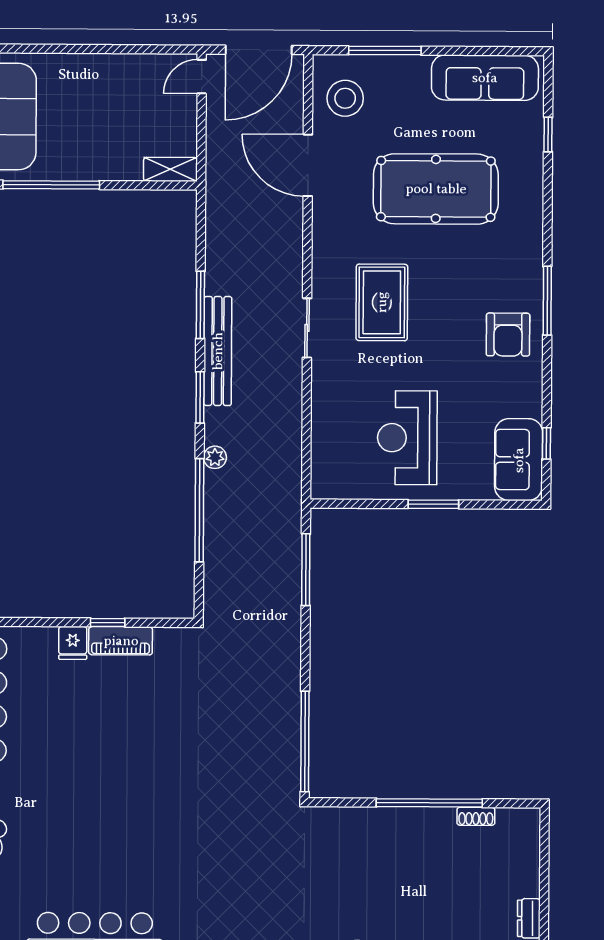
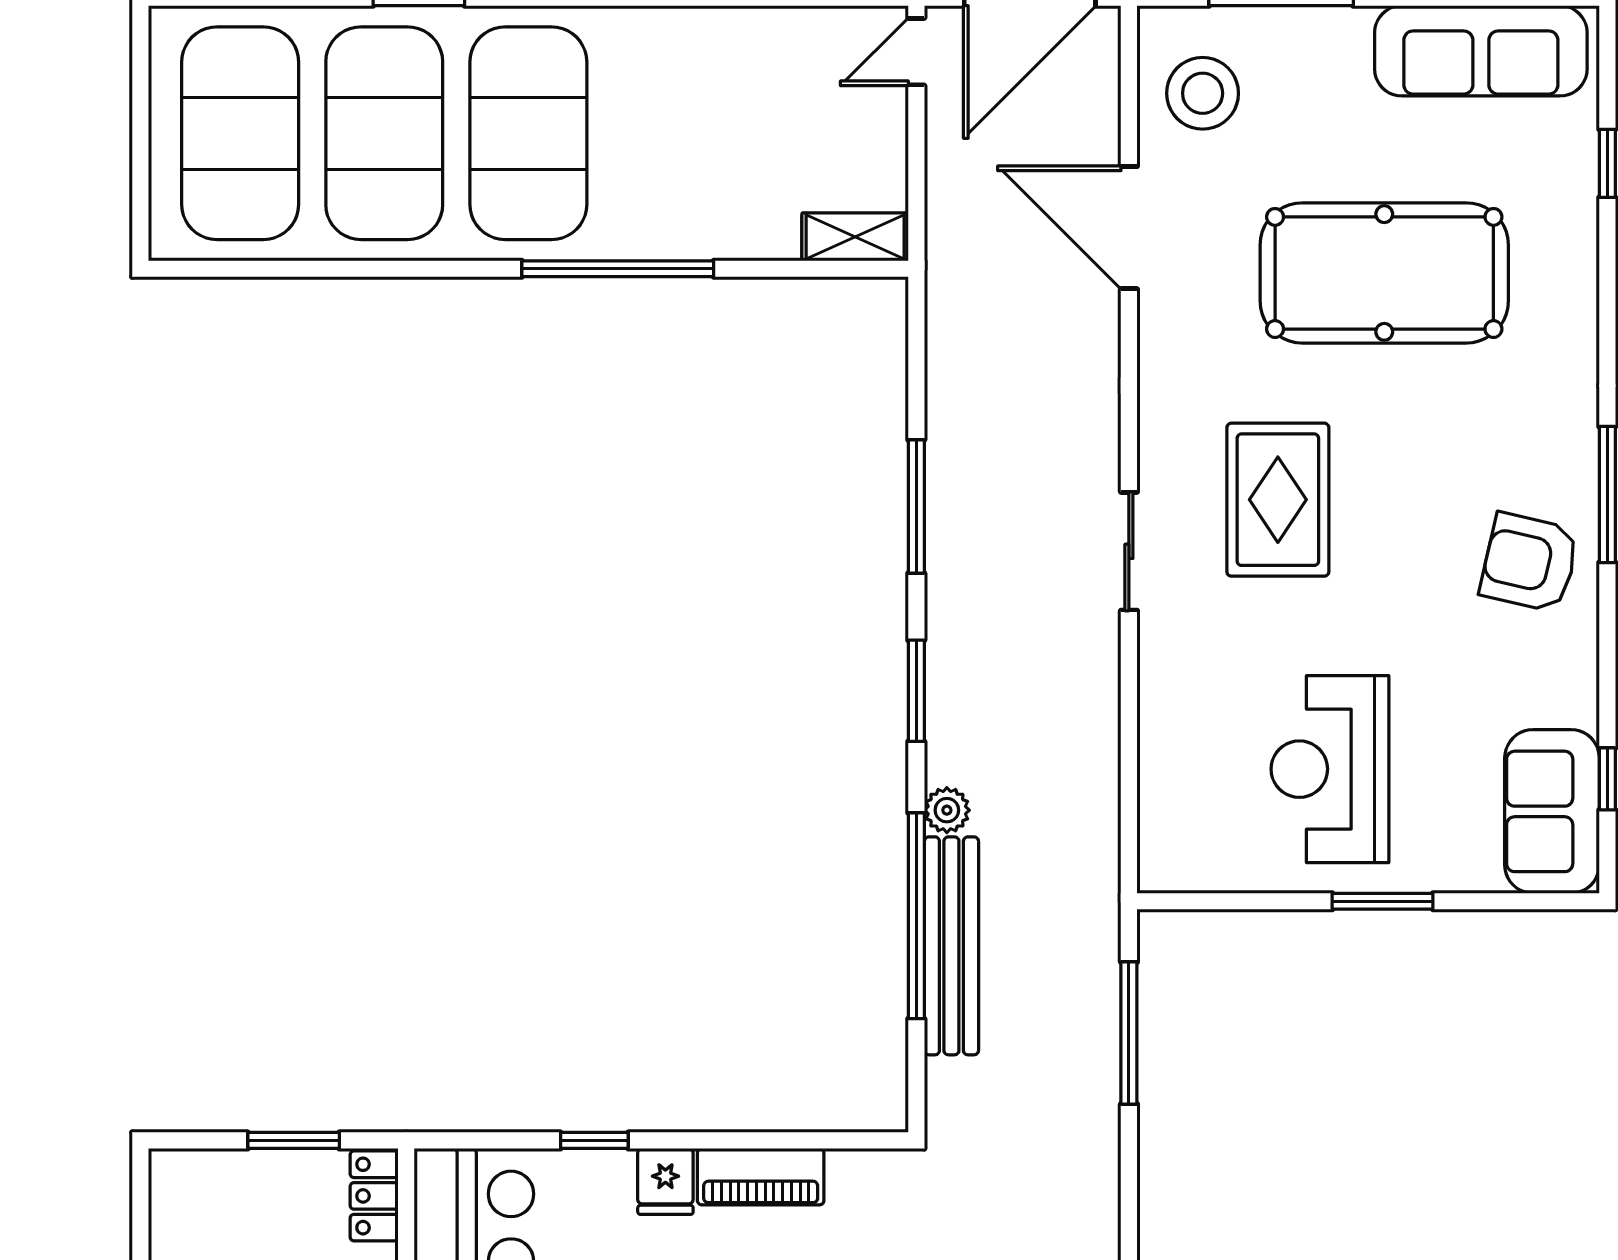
armchair: (508, 335) -> (1530, 562), turned 103
bench: (218, 351) -> (951, 946), moved
window: (108, 623) -> (594, 1140), moved

